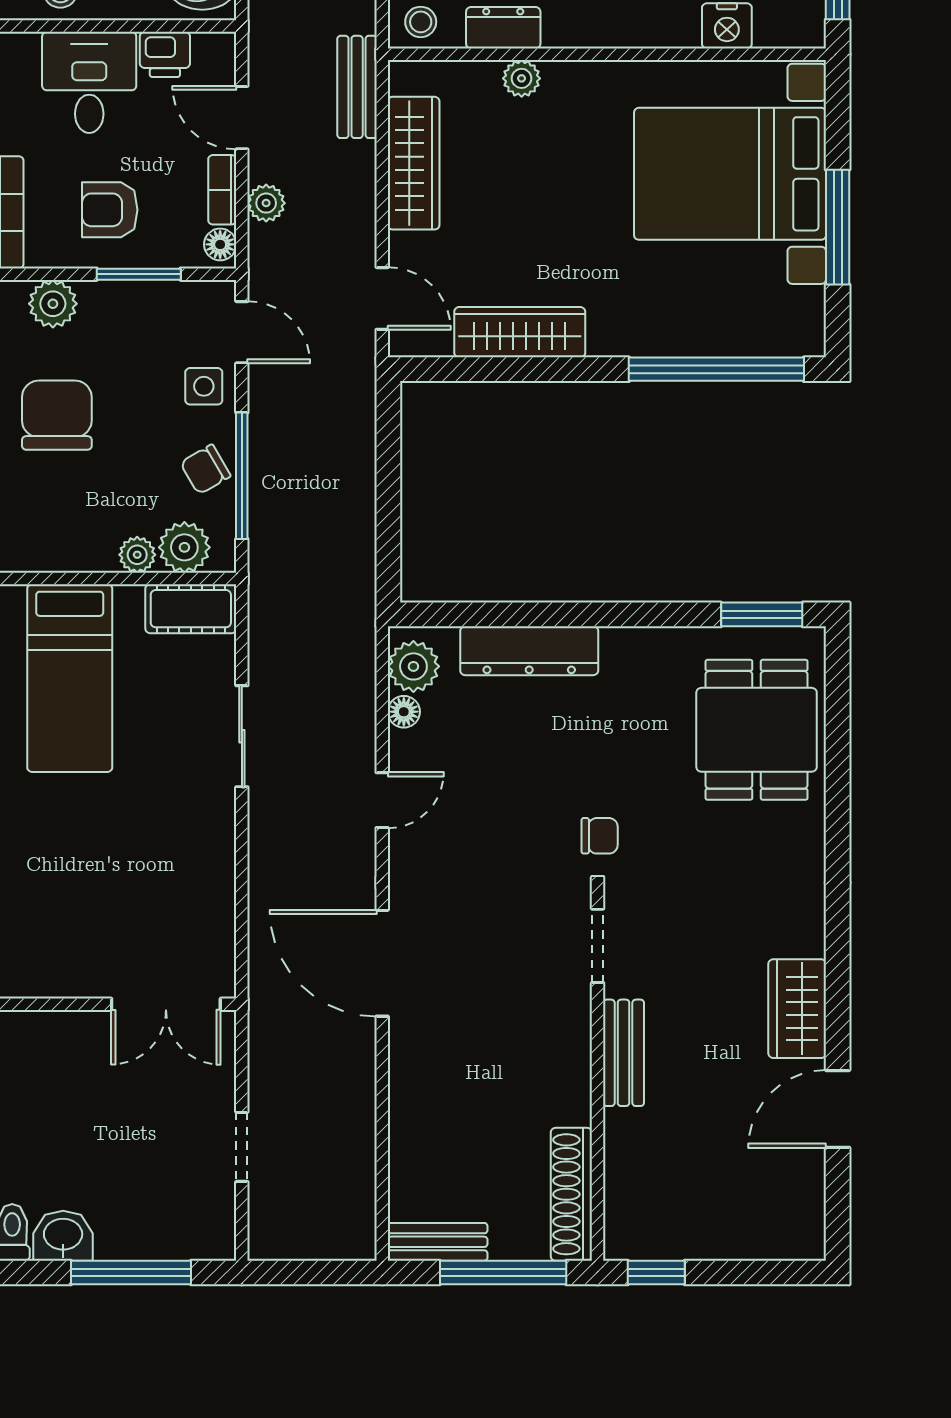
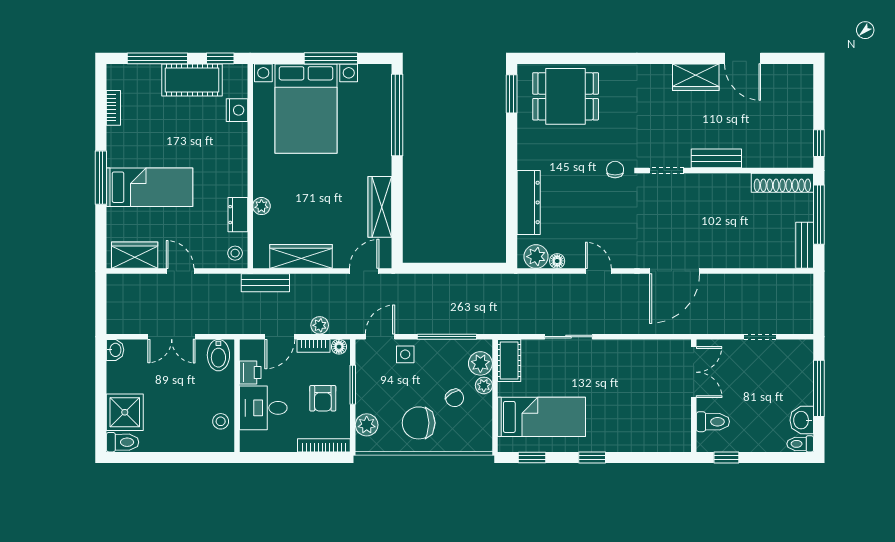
chair: (205, 469) -> (455, 398), moved
toilet: (60, 1045) -> (713, 422), added

